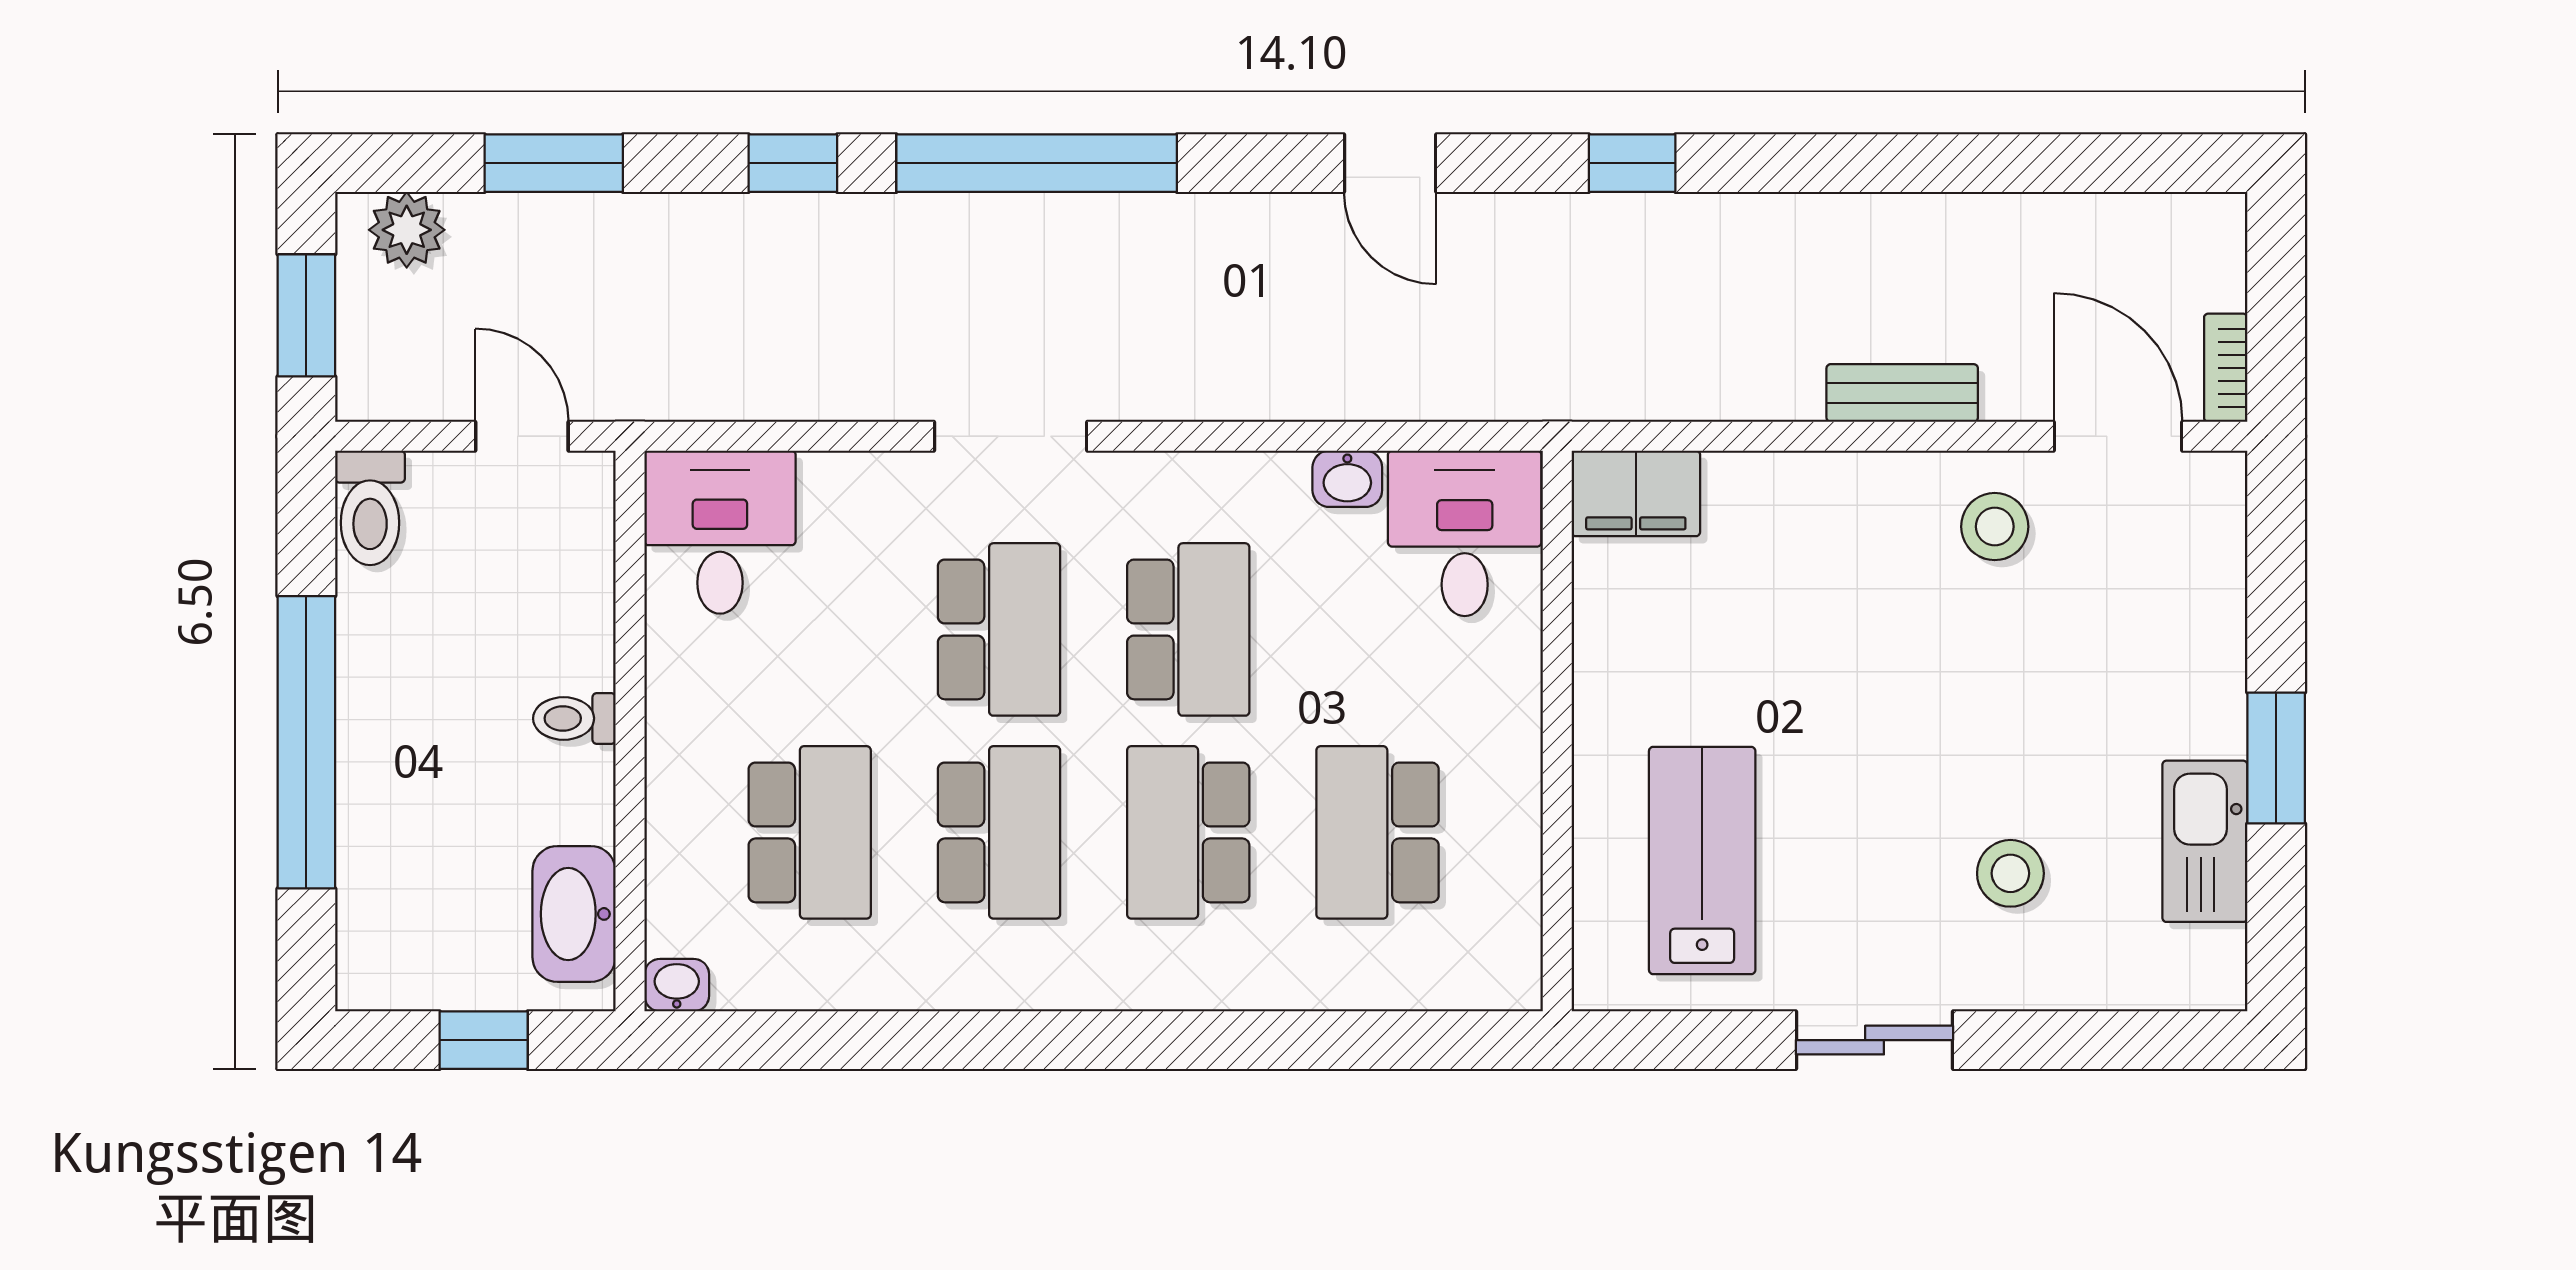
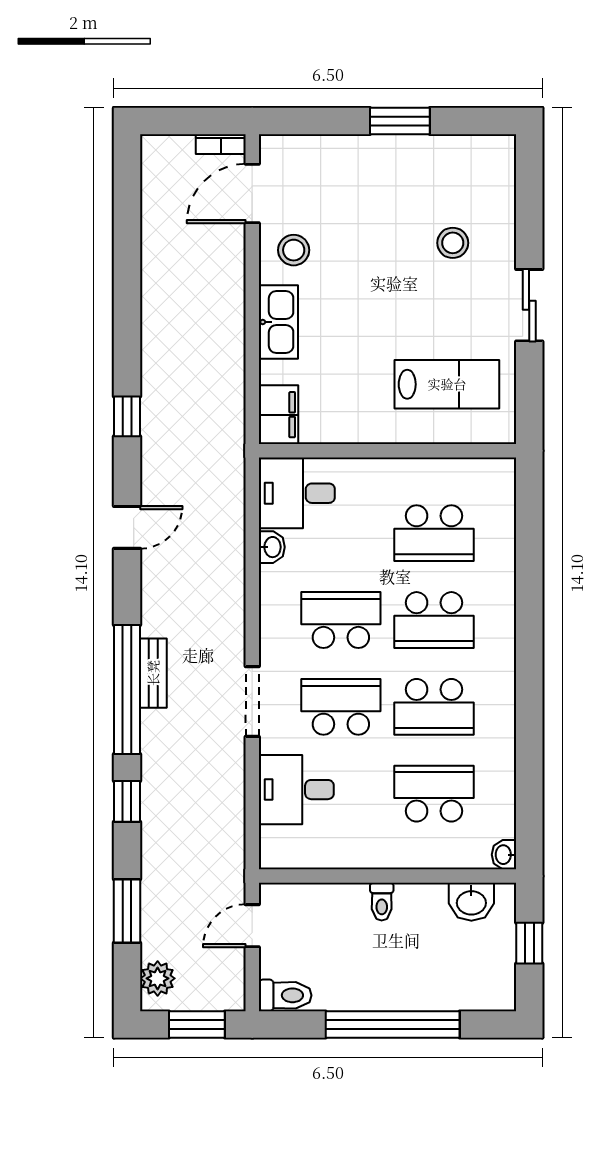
bench: (1902, 393) -> (153, 673), moved
desk: (720, 532) -> (296, 790), moved
school desk: (999, 832) -> (434, 707), turned 180
kitchen sink: (2205, 841) -> (278, 322), moved, turned -90
lab bench: (1702, 860) -> (447, 384), turned 180
washbasin: (574, 914) -> (471, 902), width x0.72

